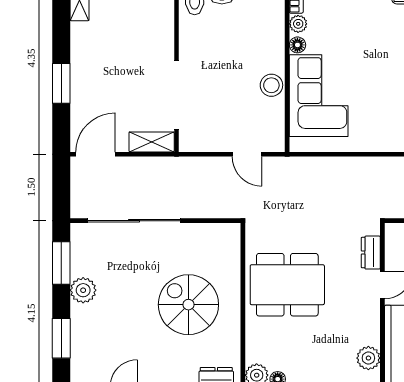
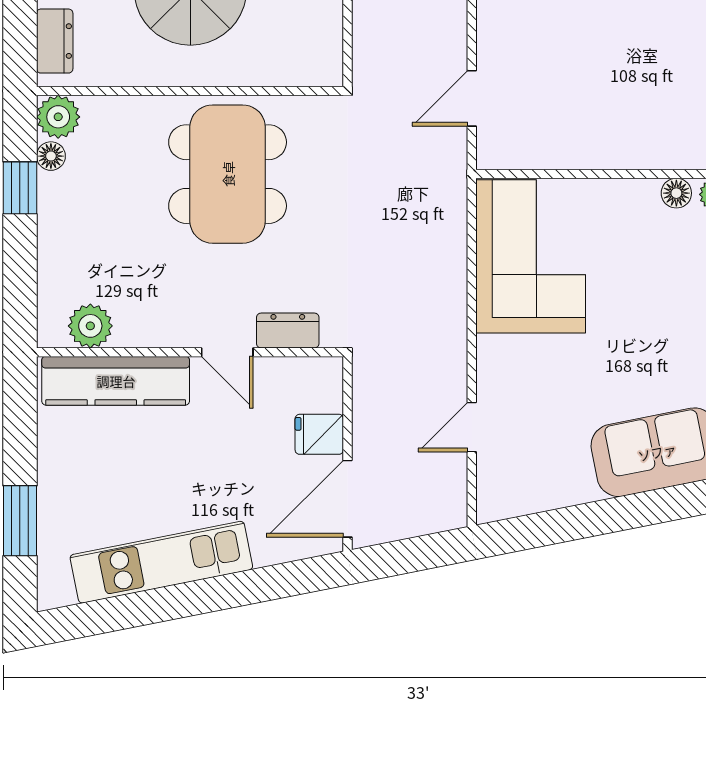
stool: (271, 85) -> (601, 144), removed
corner sofa: (319, 96) -> (531, 256), moved, turned -90

